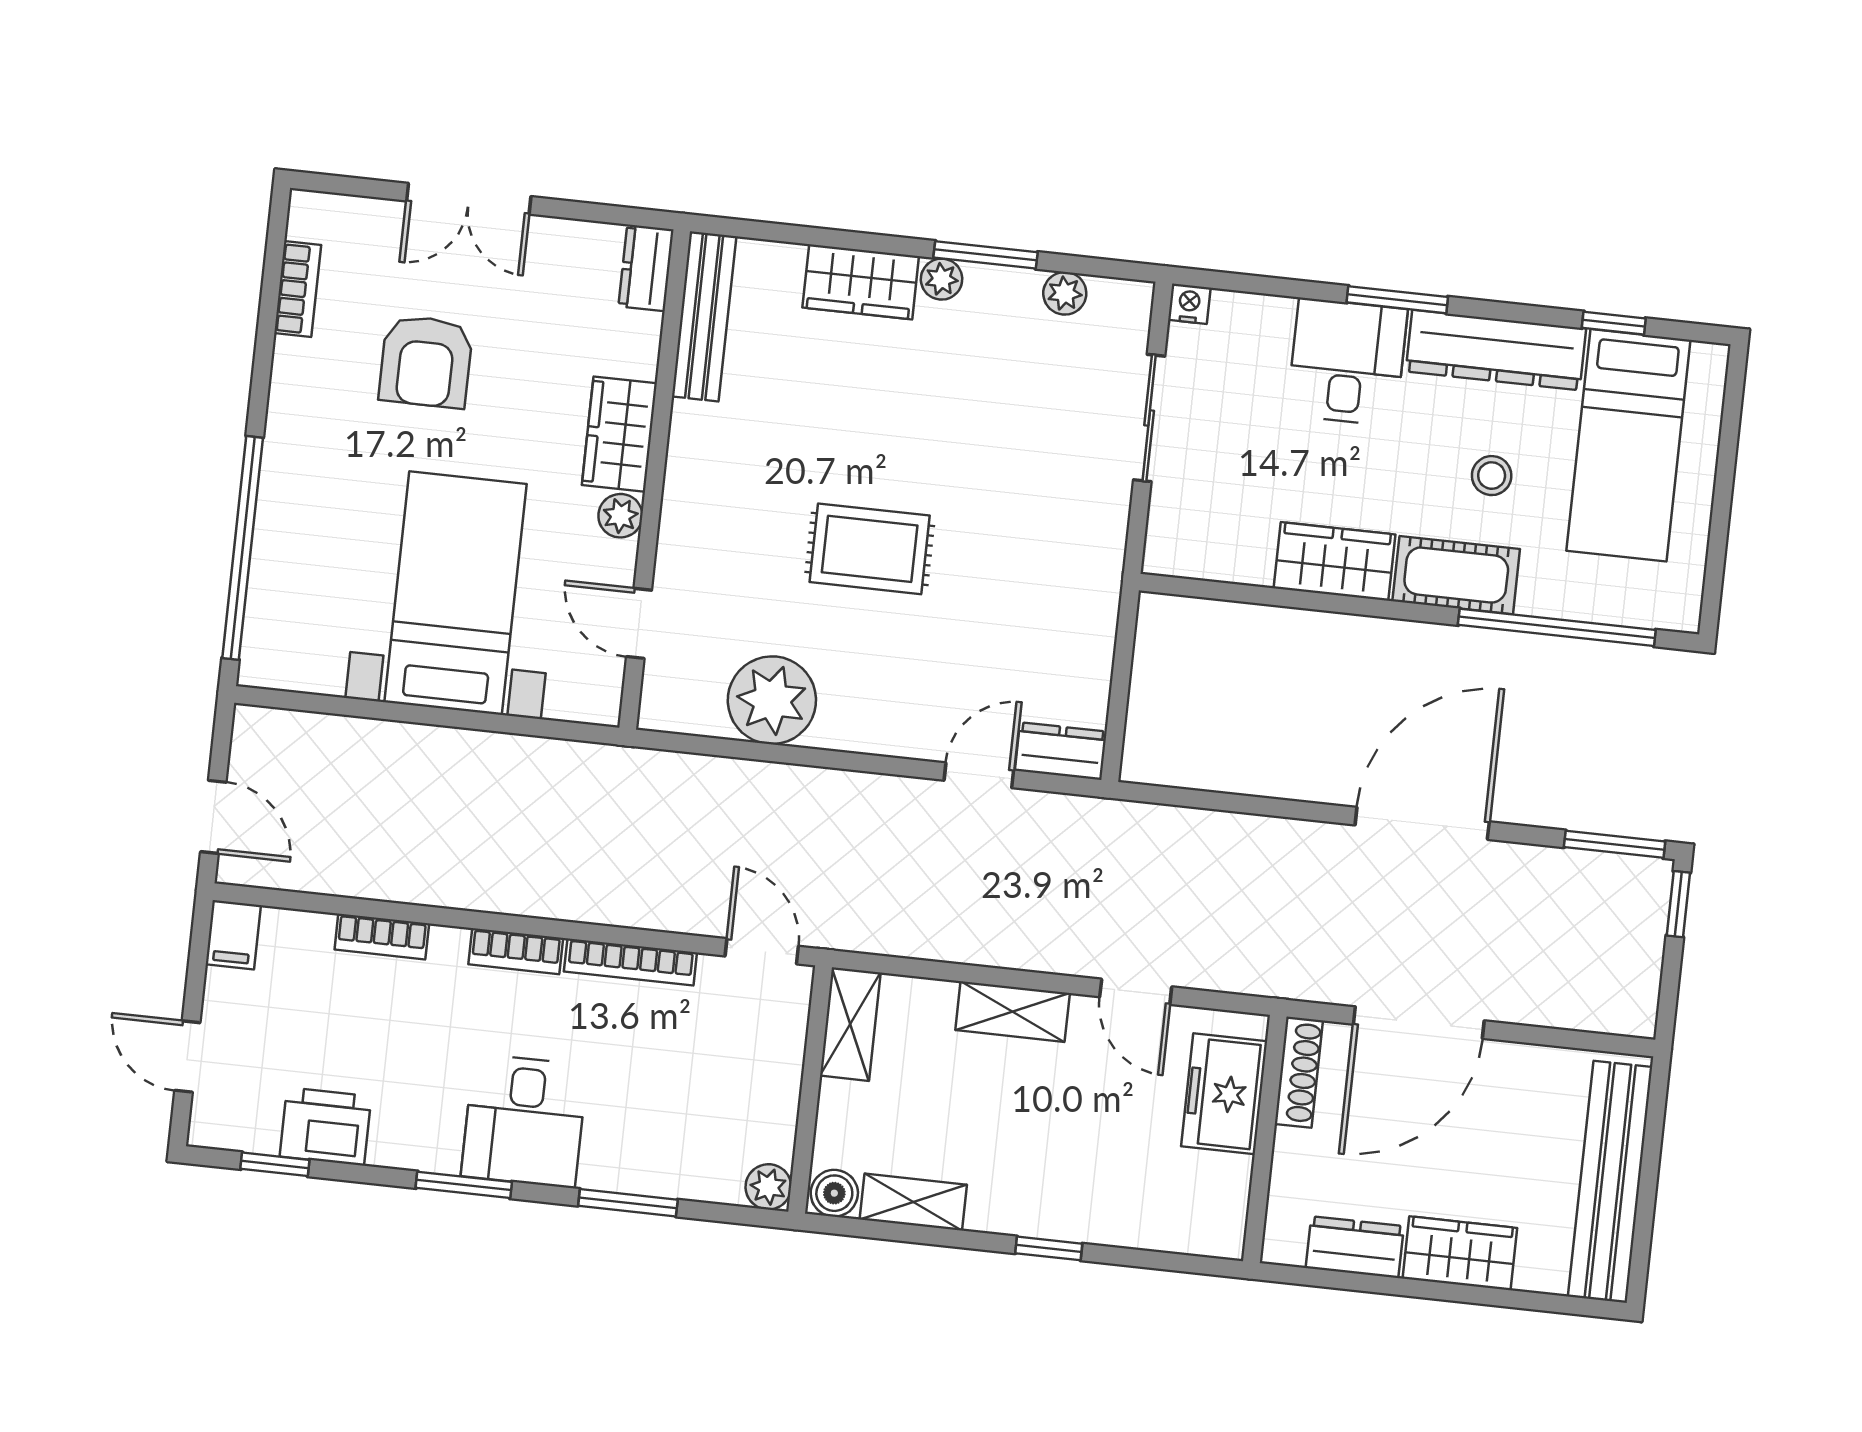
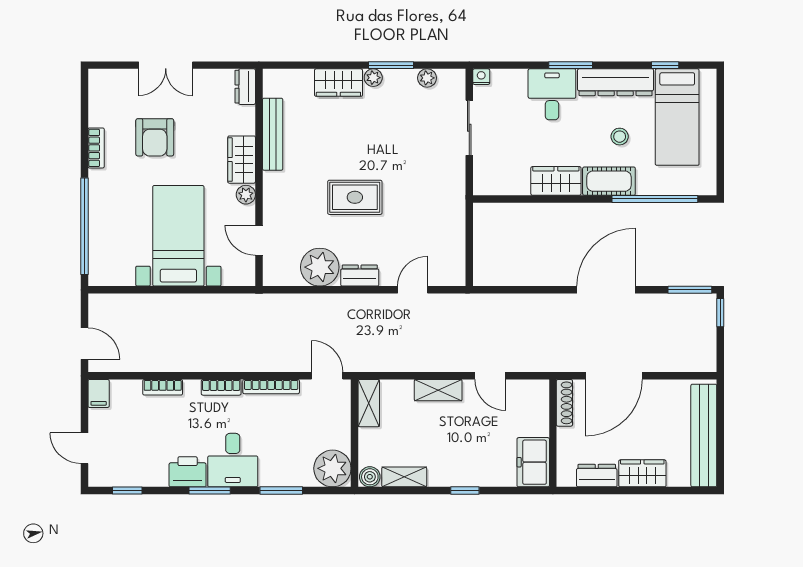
bookcase: (298, 289) -> (96, 148), moved
bench: (704, 316) -> (273, 134), moved
dresser: (1061, 751) -> (360, 276), moved
freezer: (1224, 1094) -> (533, 462), moved
printer: (325, 1126) -> (188, 472), moved
plant: (768, 1187) -> (332, 468), width x1.87, depth x1.87

